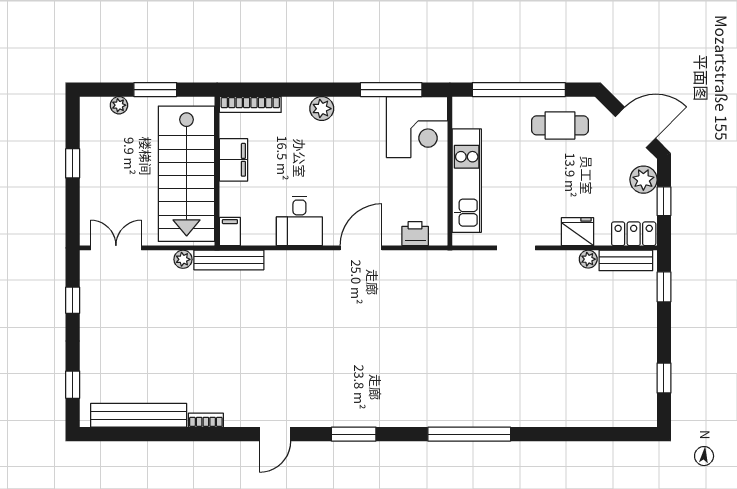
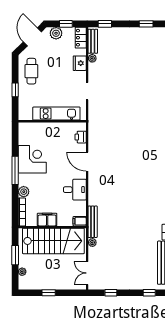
window: (391, 90) -> (15, 170), moved
window: (519, 90) -> (15, 90), width x0.32
plant: (322, 109) -> (24, 192), moved
corner desk: (417, 127) -> (32, 159), moved

